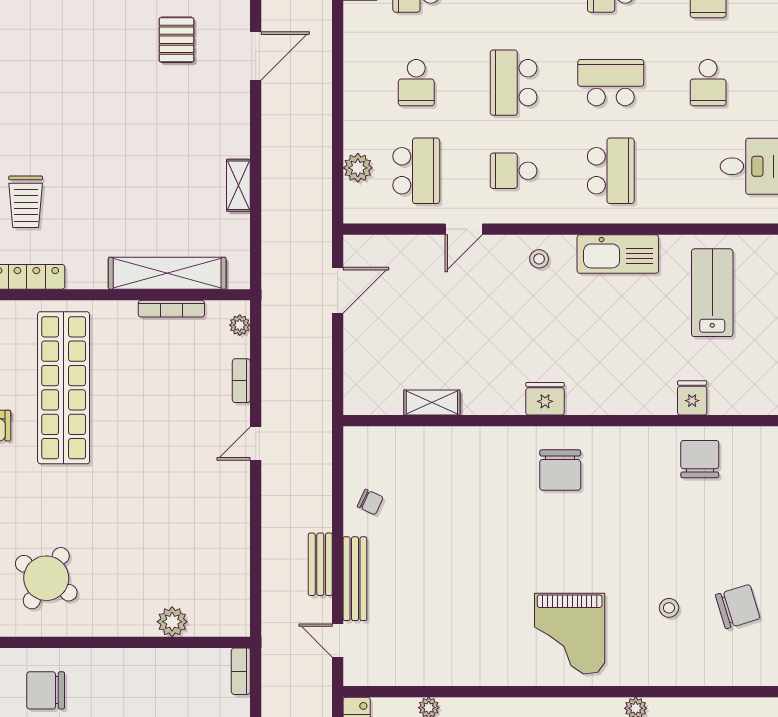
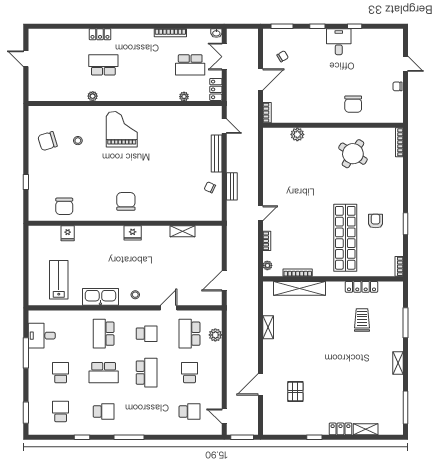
lab bench: (712, 293) -> (59, 280), turned 180
bench: (320, 564) -> (232, 186), moved
chair: (46, 690) -> (353, 104), turned 90

